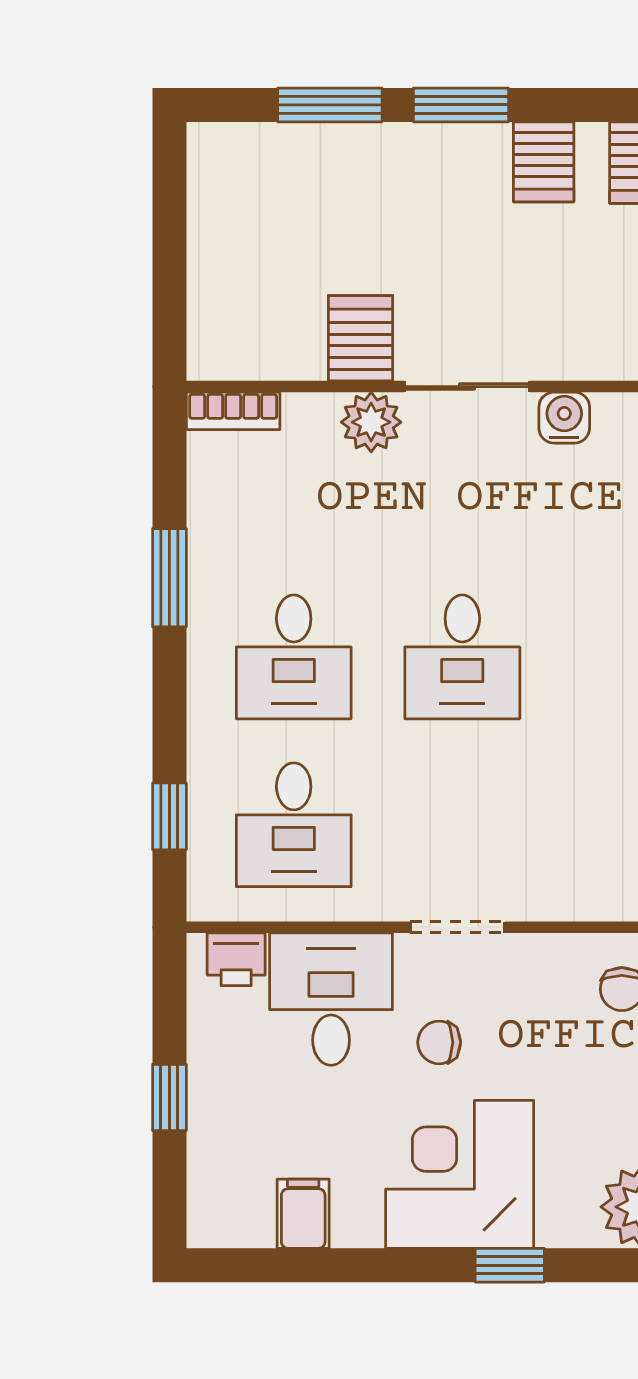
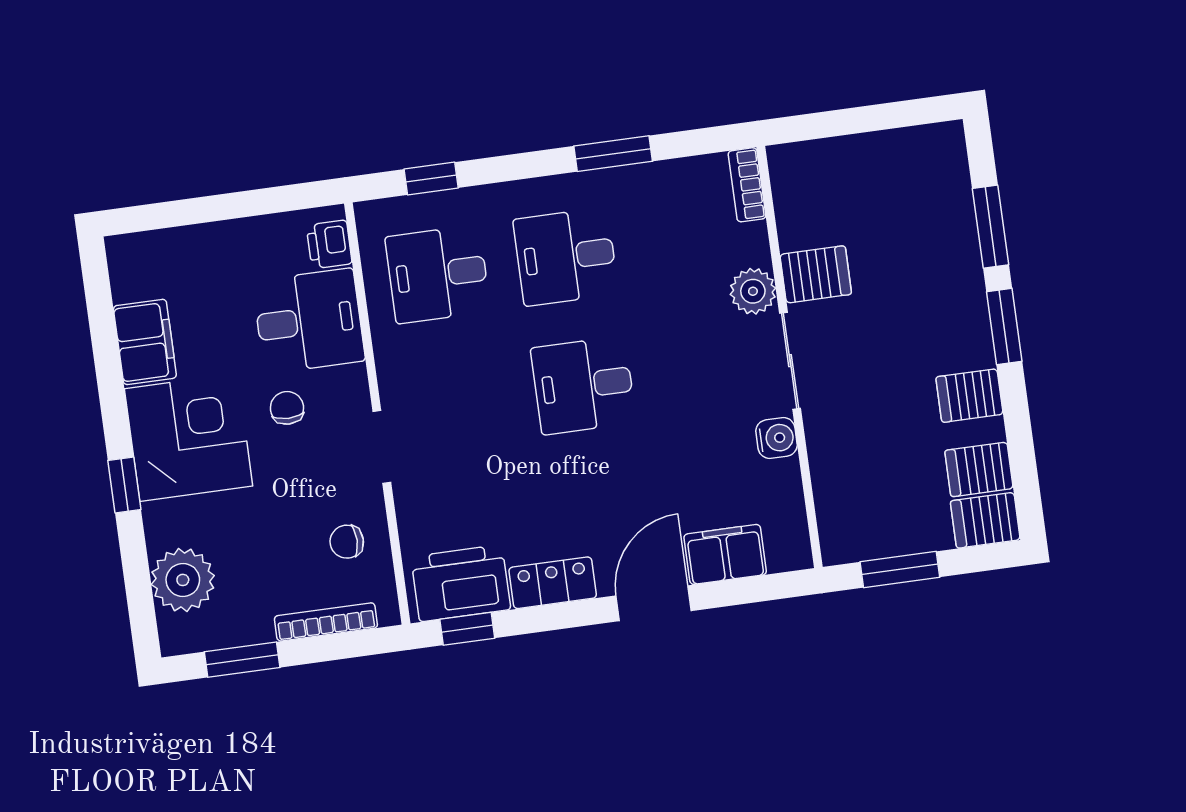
doorway: (458, 927) -> (382, 447), moved
window: (169, 1097) -> (217, 208), removed
filing cabinet: (303, 1214) -> (145, 342), width x2.00

